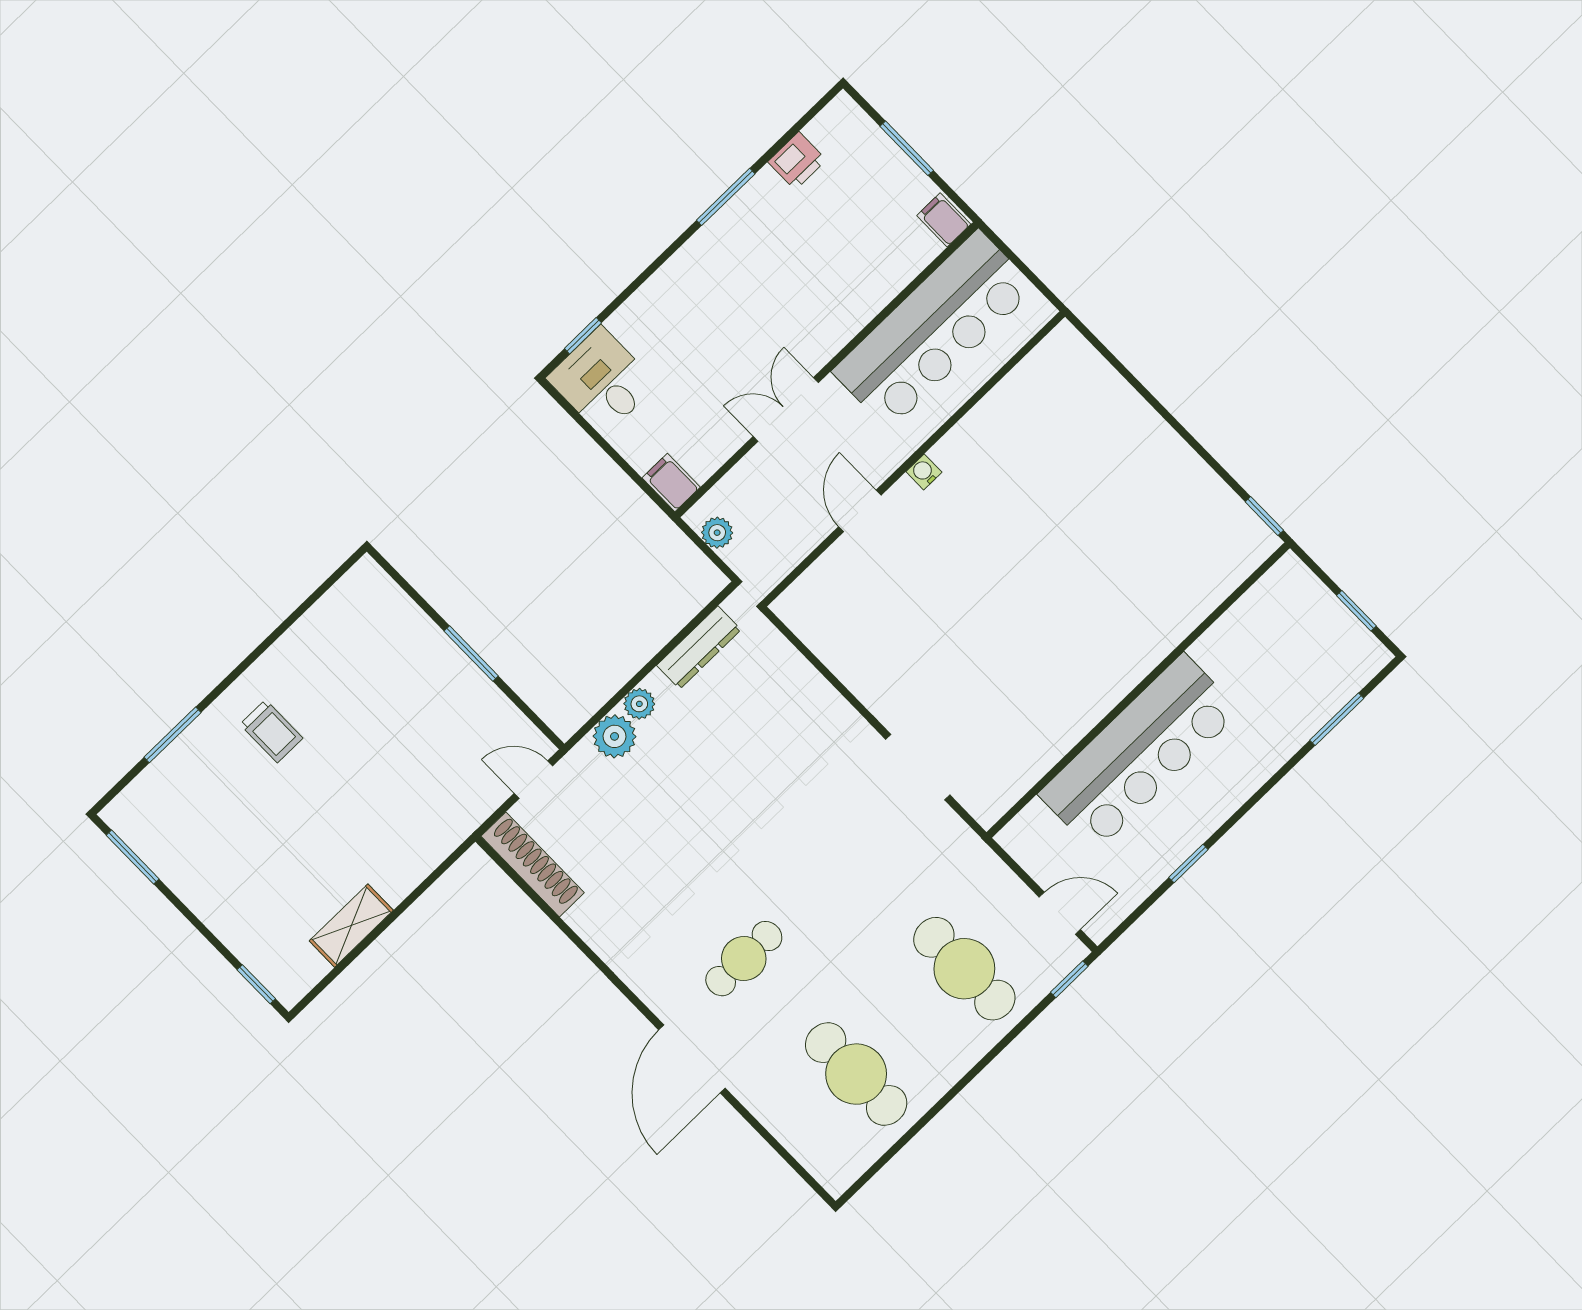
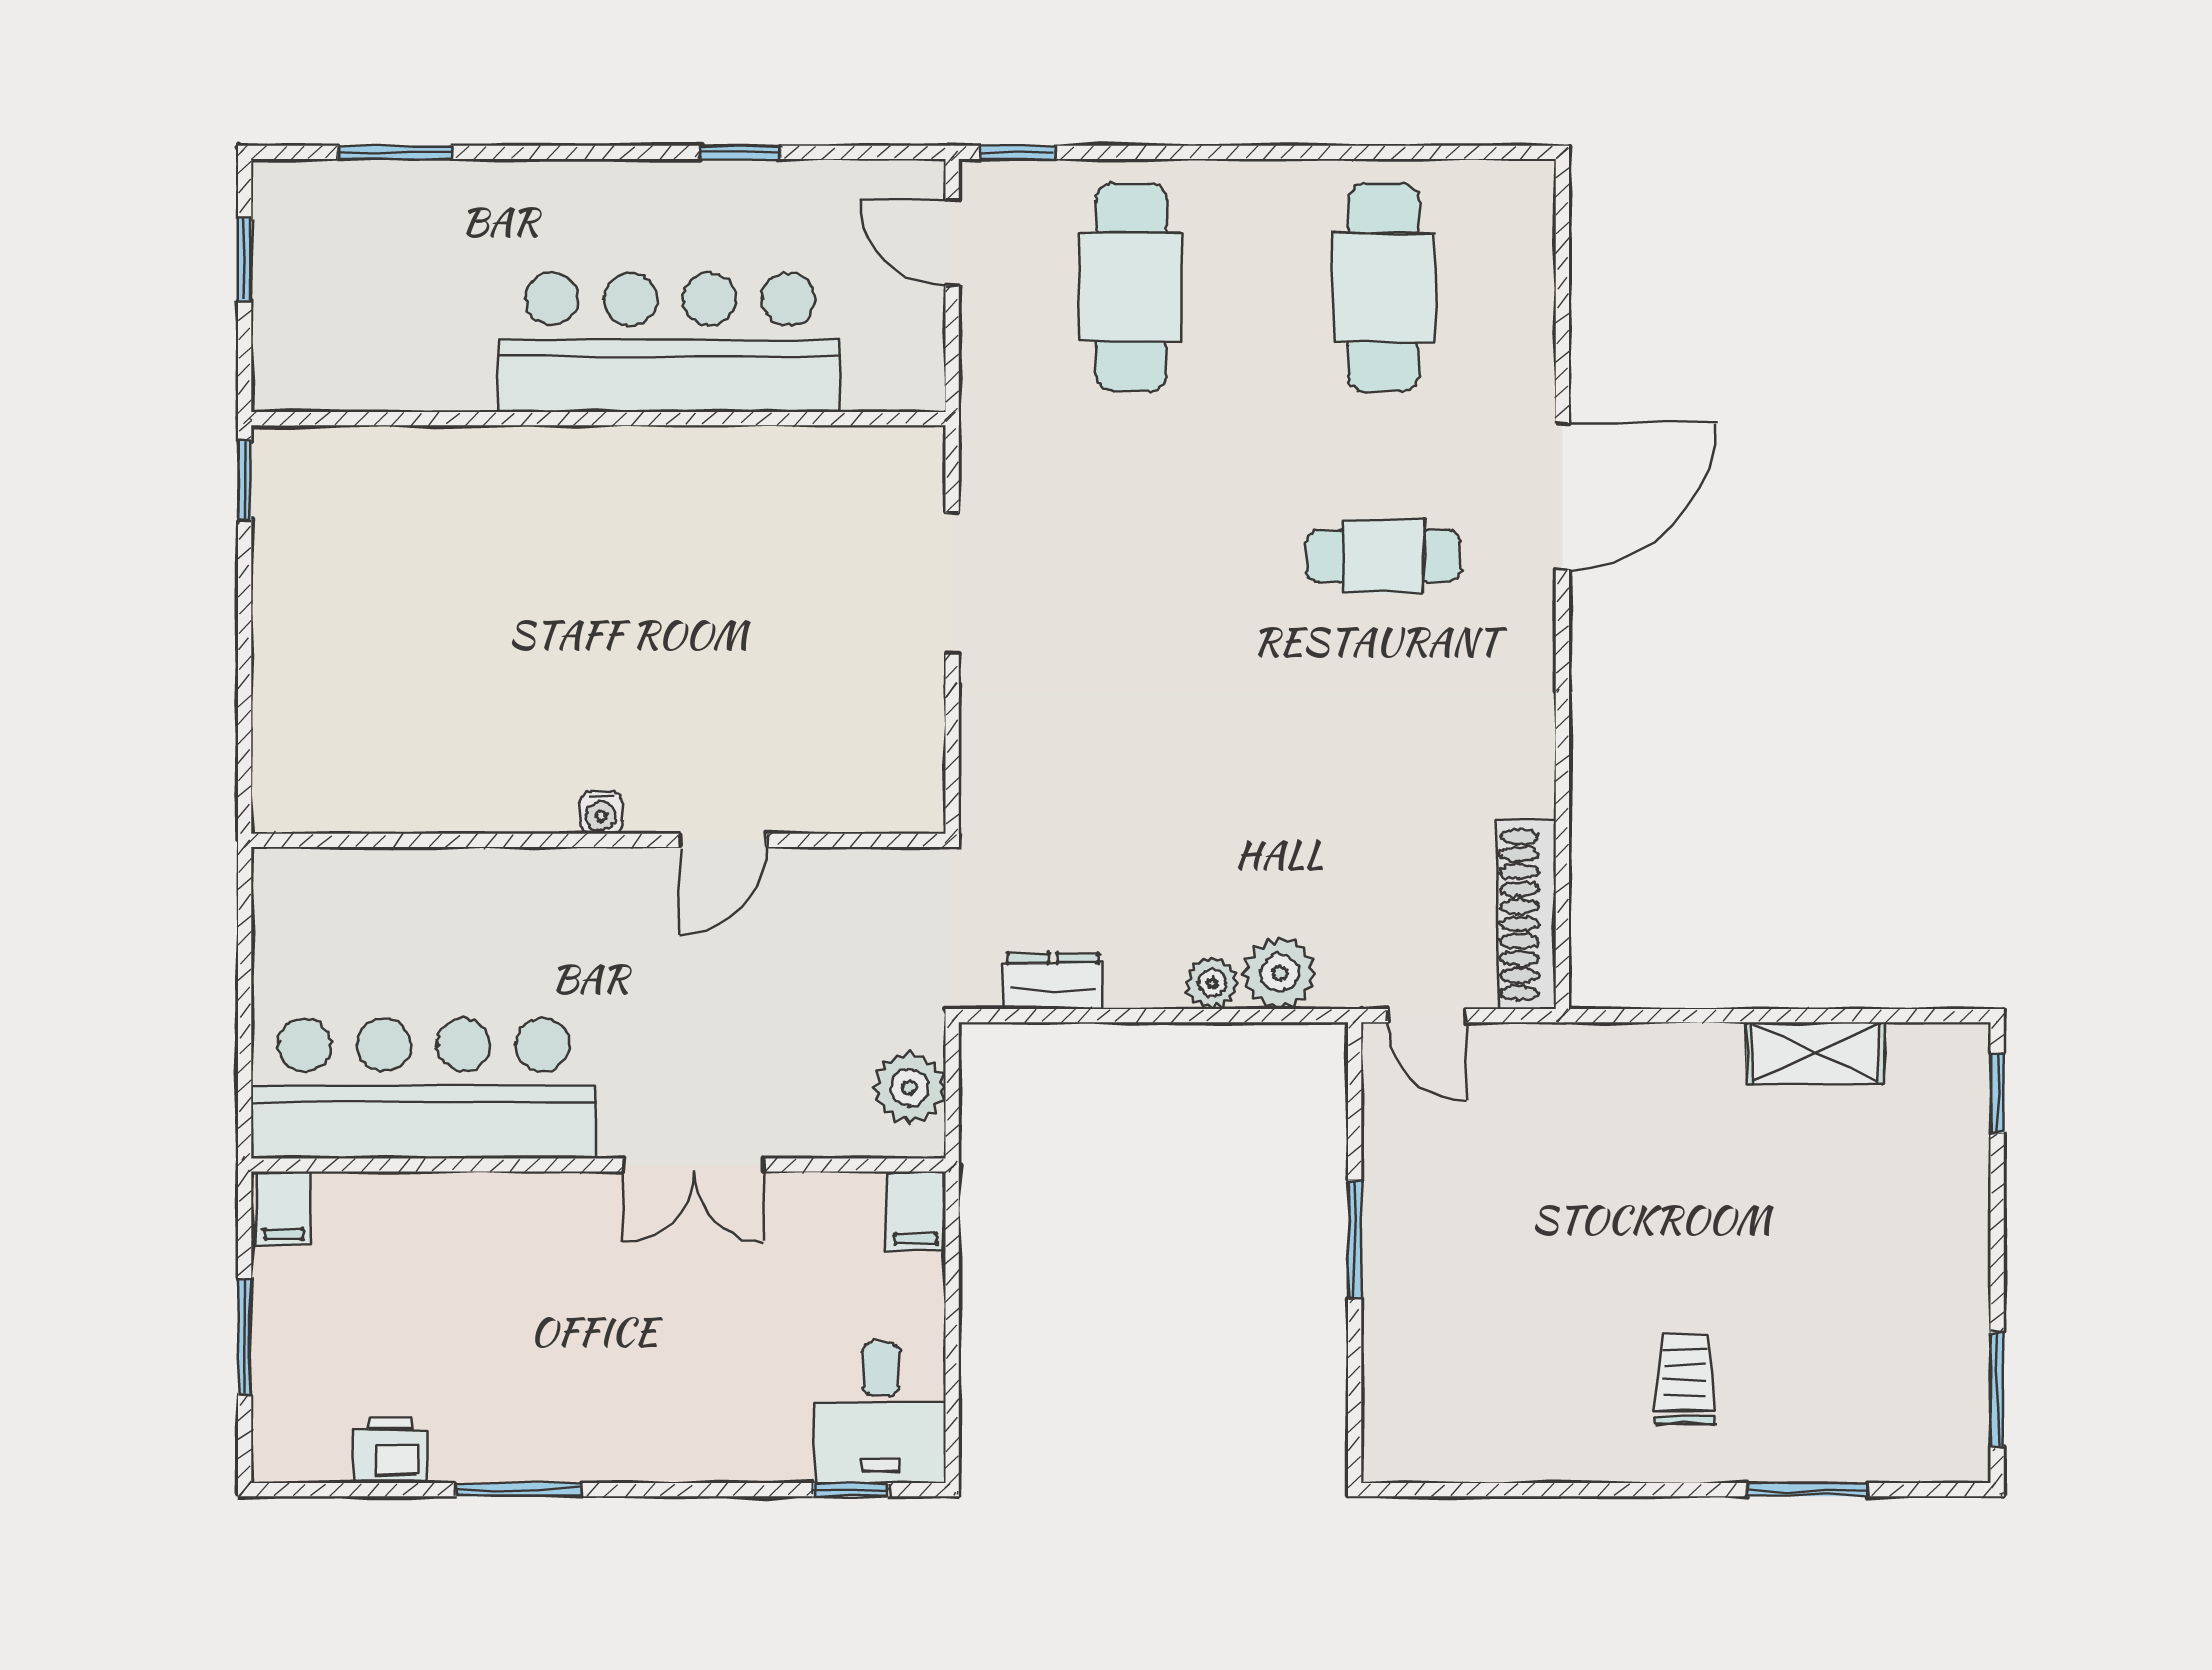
wall: (913, 459) -> (598, 840), moved
water cooler: (924, 472) -> (601, 813), moved
door: (860, 511) -> (723, 840), moved
plant: (717, 533) -> (909, 1088), width x1.38, depth x1.38
dresser: (699, 647) -> (1053, 981), width x0.70

